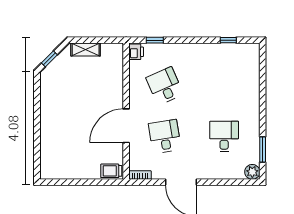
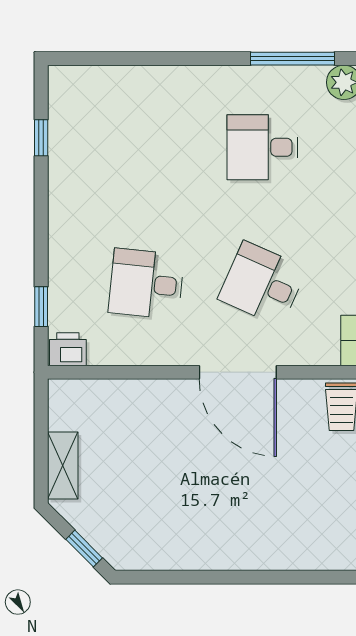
desk: (165, 86) -> (146, 284), turned 30
desk: (165, 136) -> (262, 284), turned 33
window: (263, 149) -> (292, 59), width x1.44

